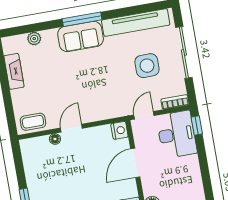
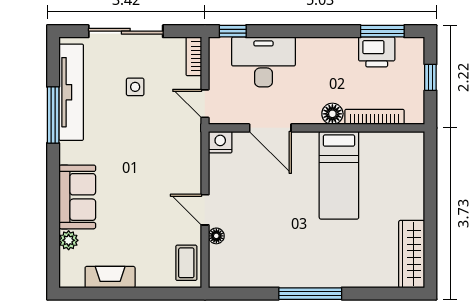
window: (82, 19) -> (53, 115), moved
sofa: (81, 37) -> (77, 197), moved
side table: (147, 66) -> (135, 87), width x0.54, depth x0.54
desk: (177, 134) -> (264, 62), moved

